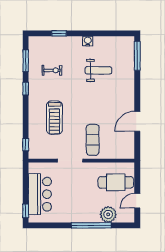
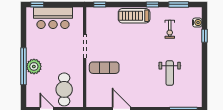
water cooler: (88, 41) -> (197, 23), moved
treadmill: (54, 118) -> (134, 16), moved
plant: (108, 214) -> (34, 66), moved

